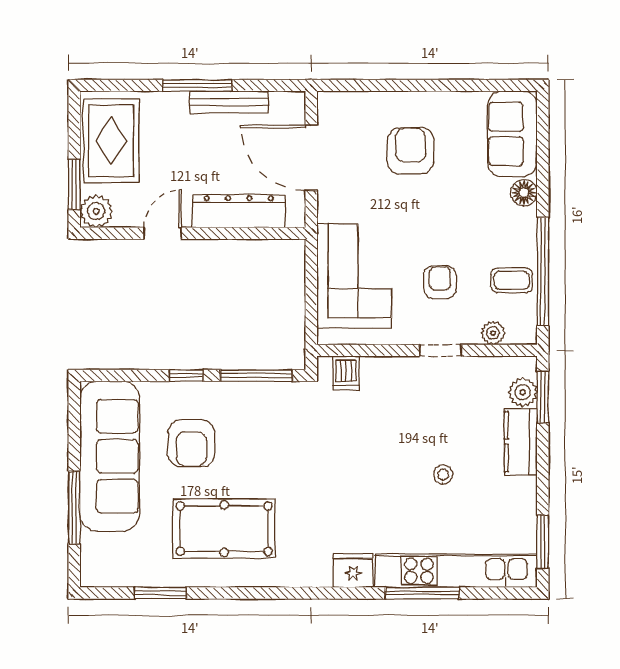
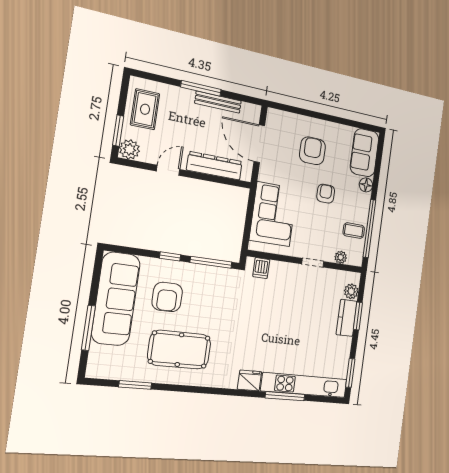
rug: (111, 141) -> (145, 109), width x0.73, depth x0.70
armchair: (440, 282) -> (326, 194), moved
window: (543, 397) -> (358, 316), moved
stool: (443, 475) -> (305, 331), removed

